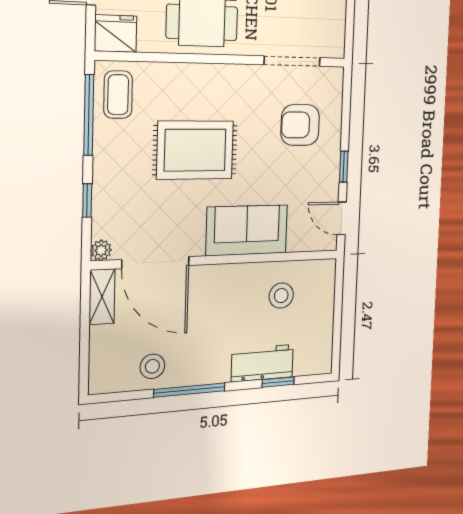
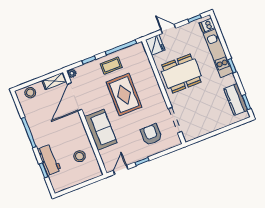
coffee table: (118, 95) -> (111, 66), moved
stool: (152, 366) -> (30, 93), moved

